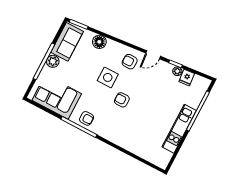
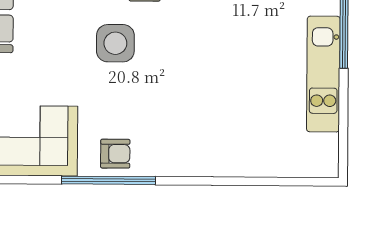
armchair: (122, 100) -> (170, 75), removed

